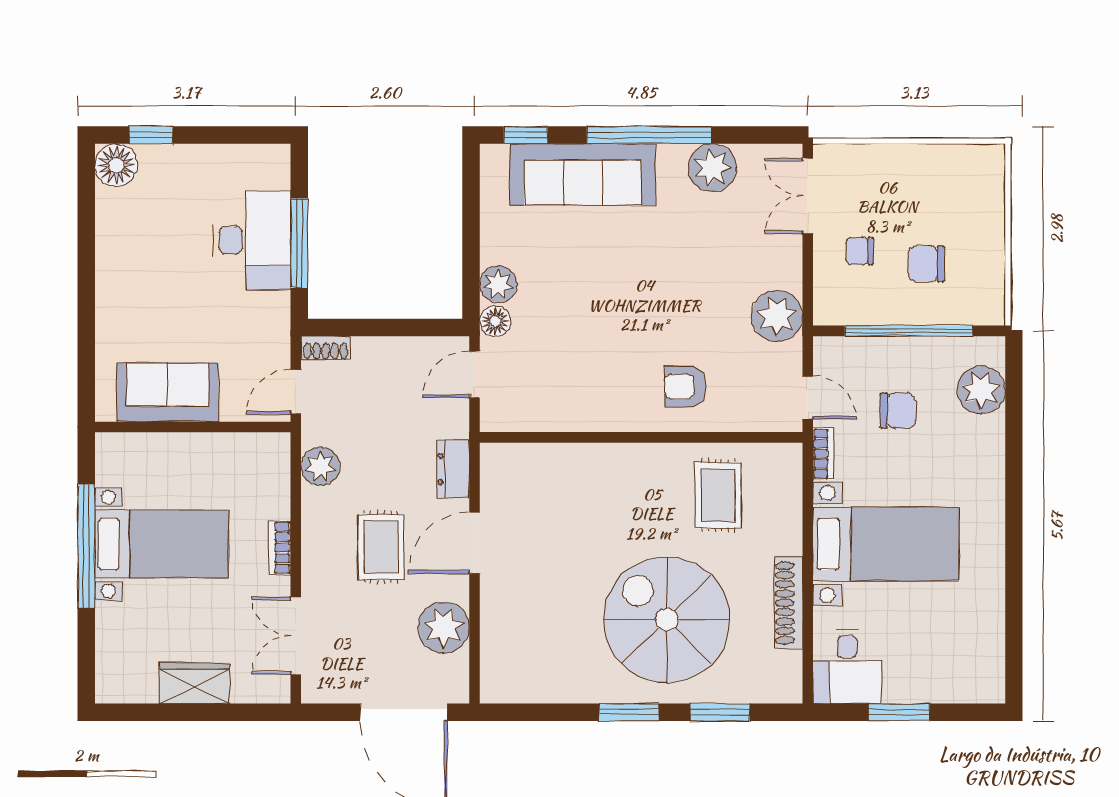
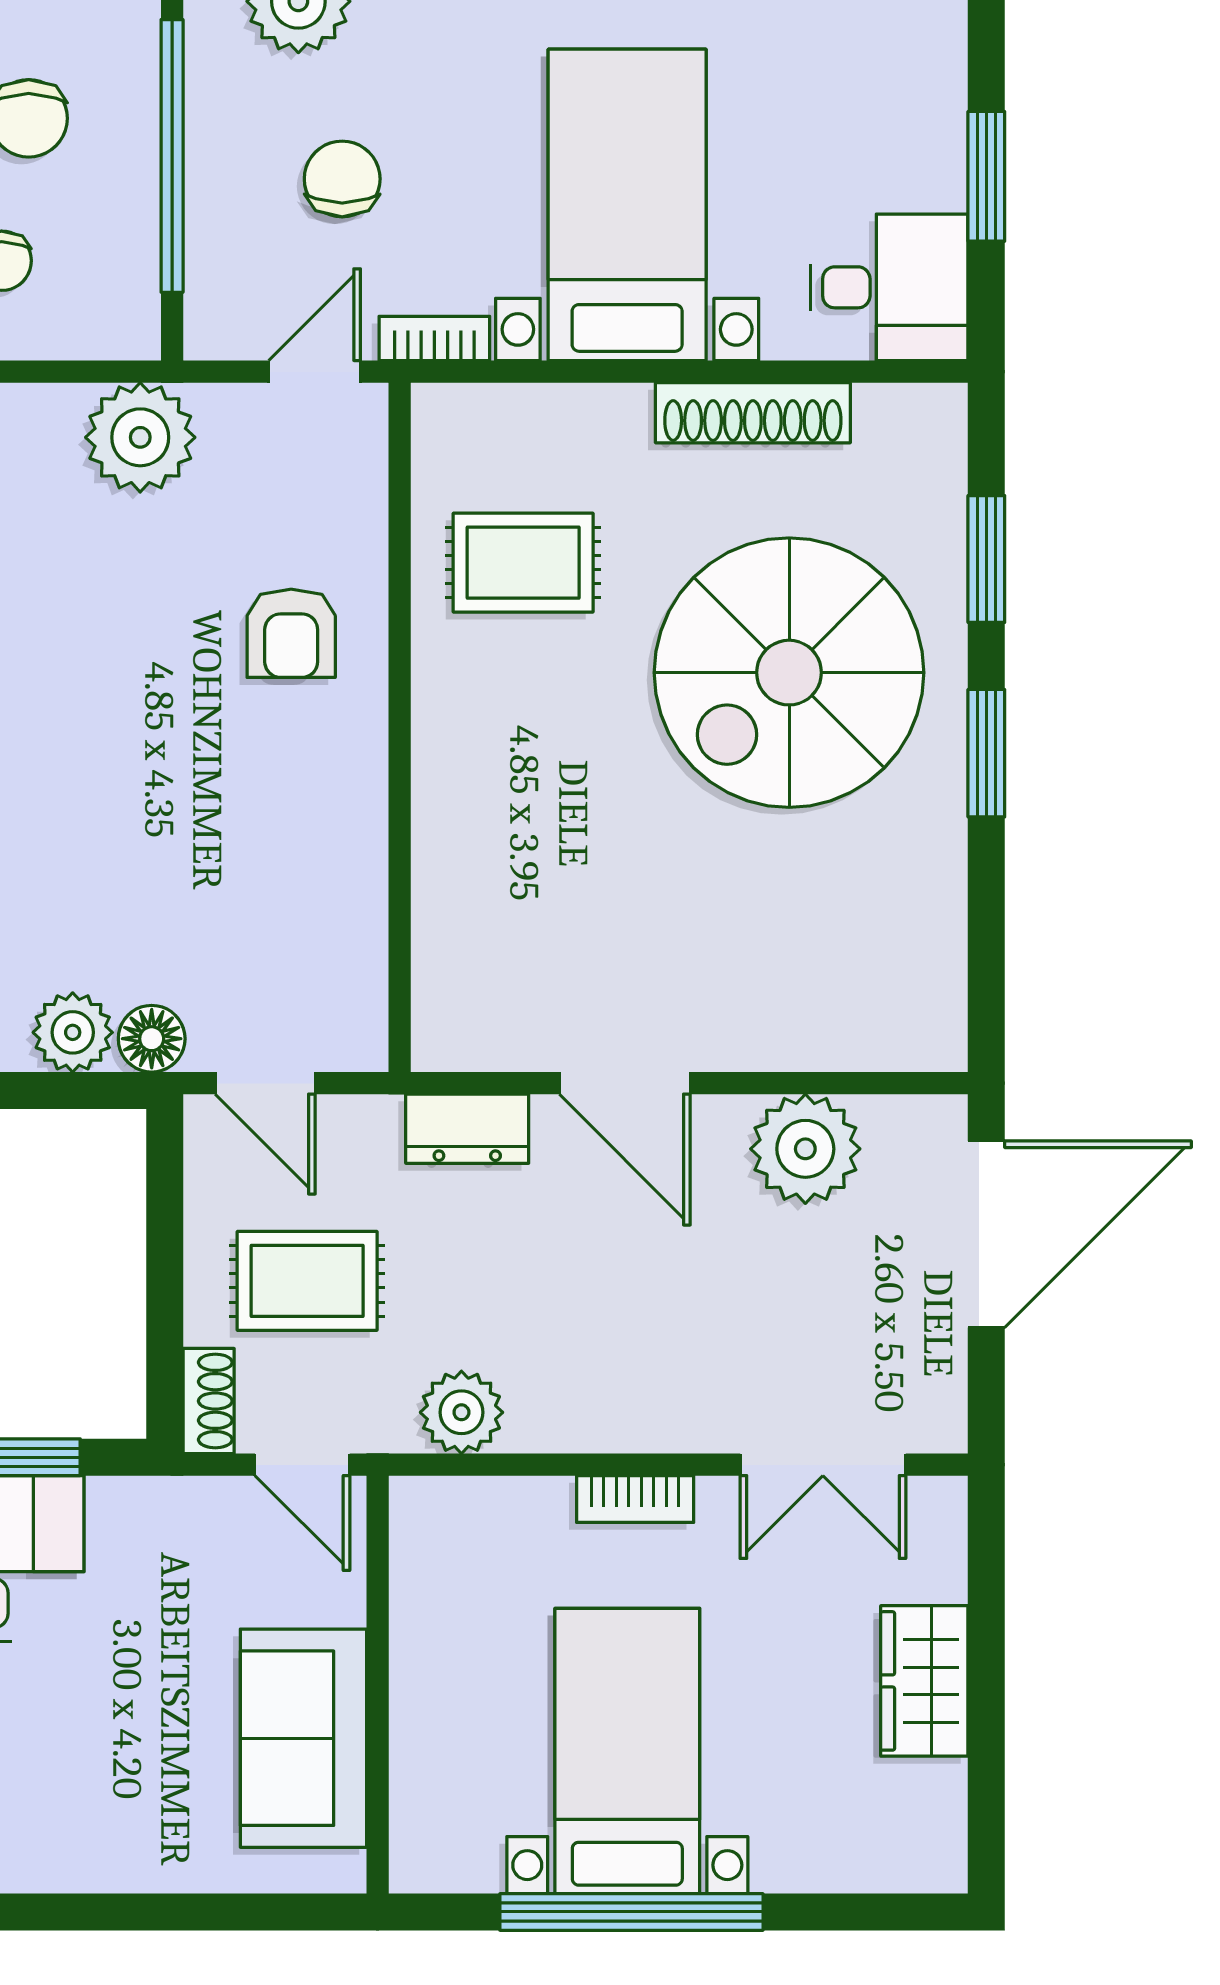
rug: (381, 547) -> (307, 1281), moved

